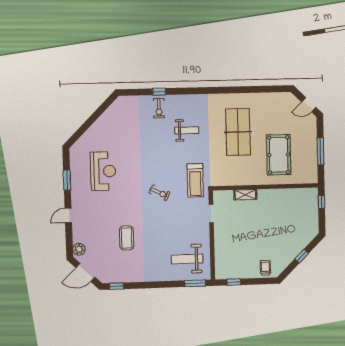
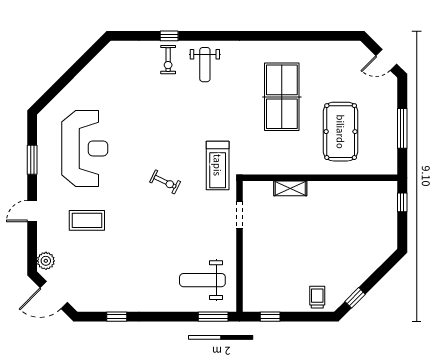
weight bench: (187, 130) -> (205, 65), moved, turned 90
reception desk: (103, 171) -> (85, 148), width x1.36, depth x1.30
coffee table: (127, 238) -> (87, 220), moved, turned 90
window: (302, 256) -> (355, 298), moved
window: (117, 286) -> (117, 317), moved

